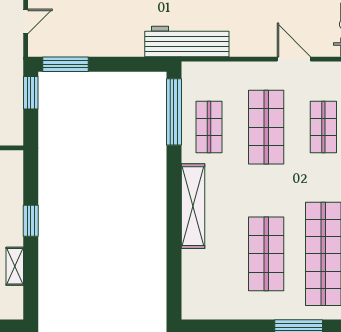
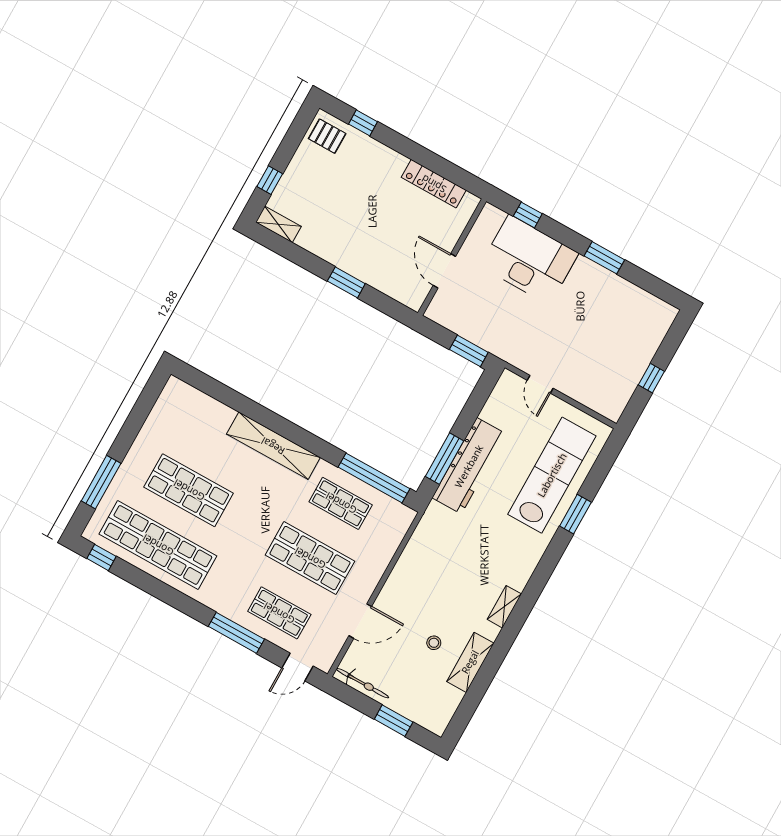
workbench: (187, 42) -> (469, 466), moved
window: (66, 64) -> (445, 459), moved
shelving: (15, 266) -> (278, 224), moved

